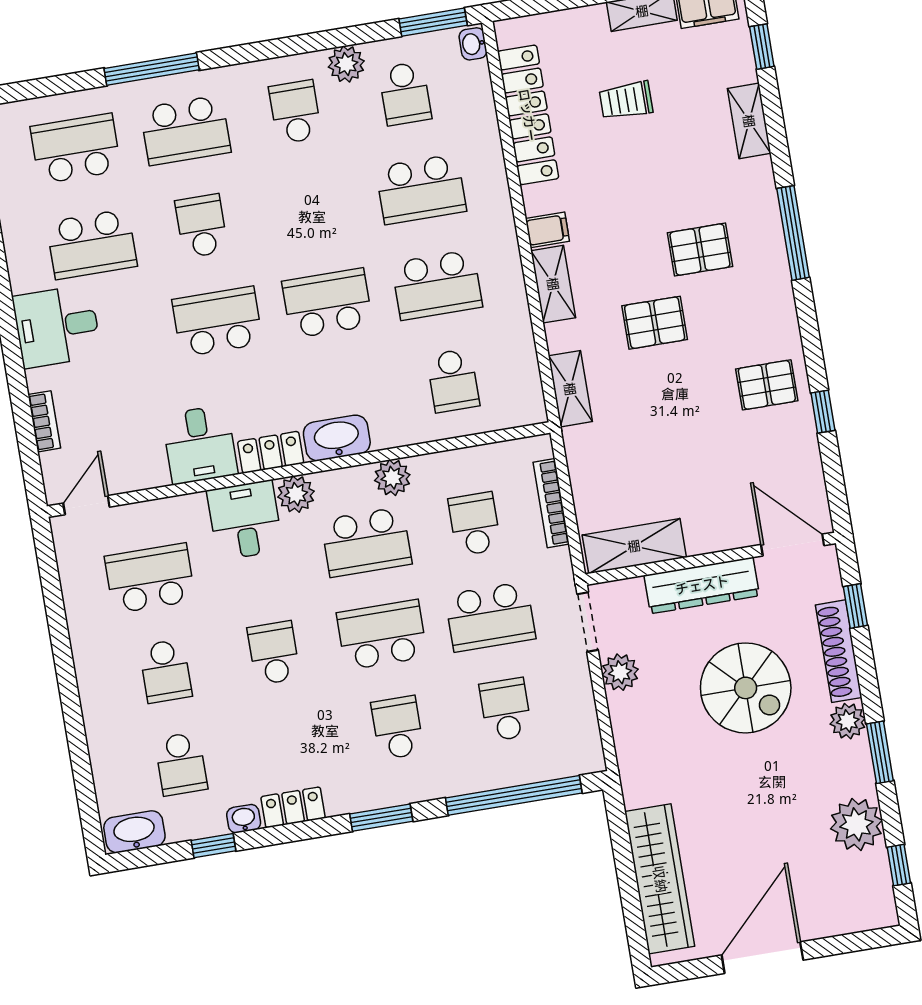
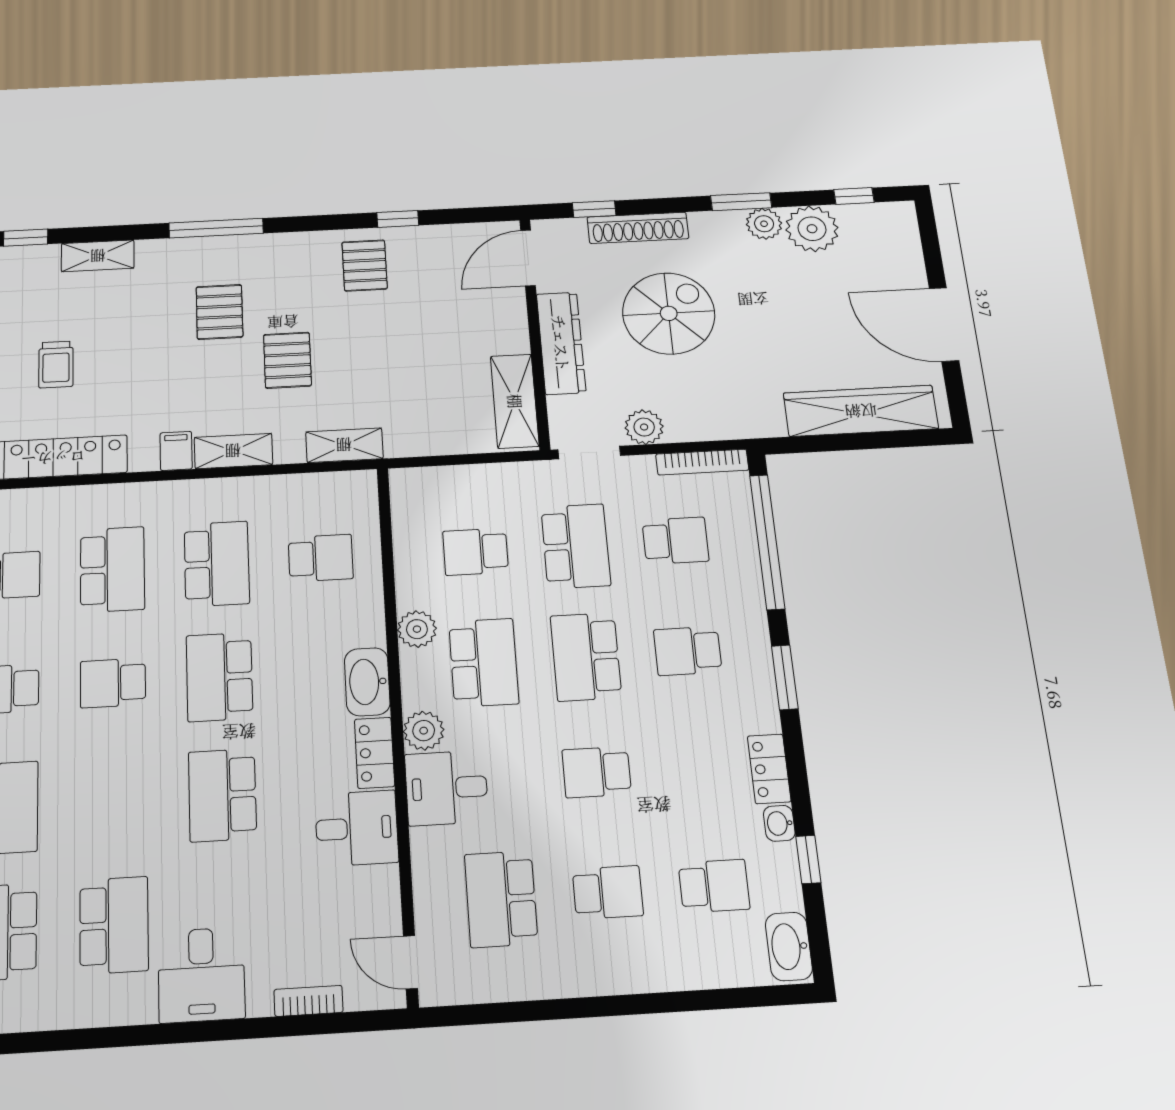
school desk: (201, 226) -> (113, 683), moved
bookcase: (551, 503) -> (702, 462), moved
school desk: (506, 710) -> (675, 541), turned 180
plant: (848, 721) -> (764, 224), moved

